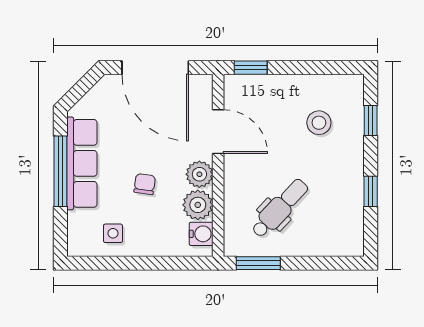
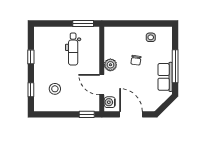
door: (155, 68) -> (131, 114), width x0.73
row of seats: (82, 163) -> (165, 77), width x0.68
plant: (198, 205) -> (111, 51), removed
dental chair: (280, 208) -> (73, 49), turned -43
water cooler: (201, 234) -> (110, 102), moved

